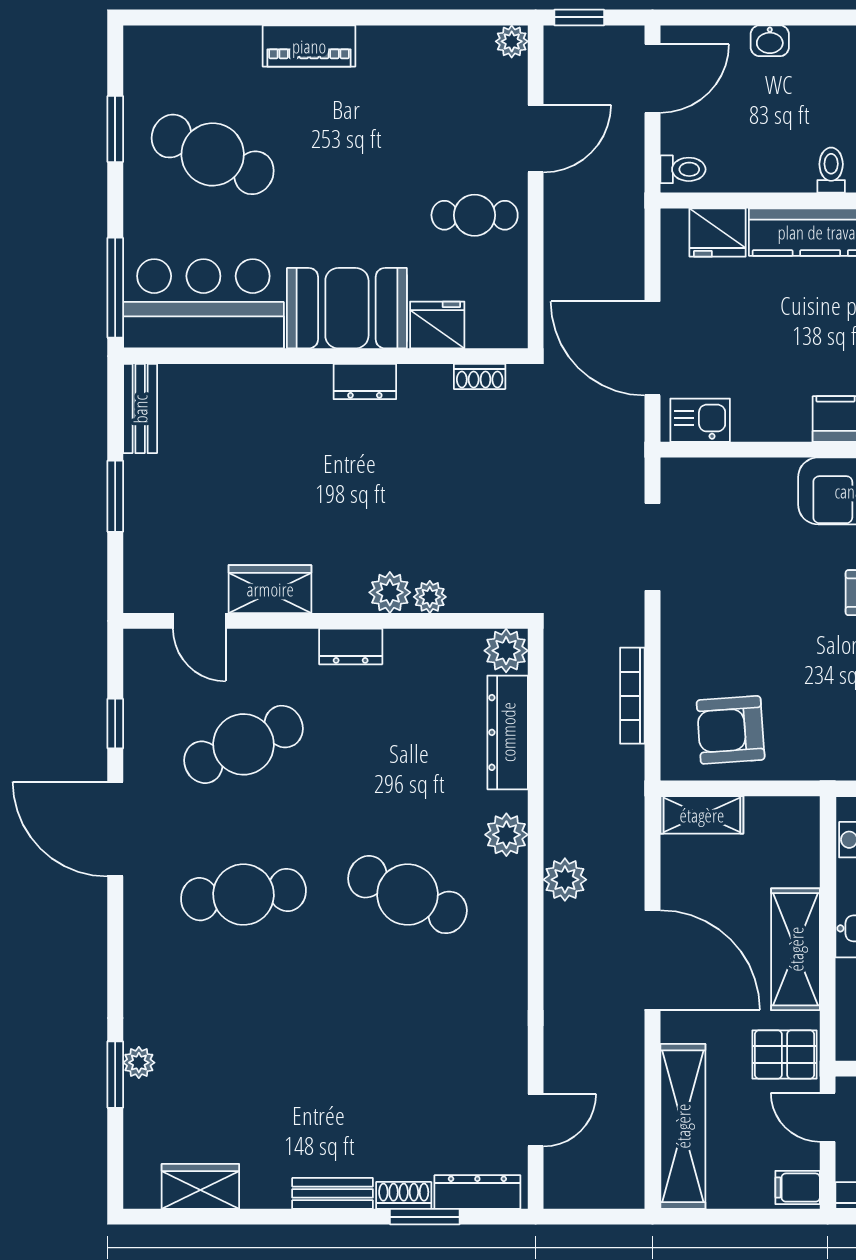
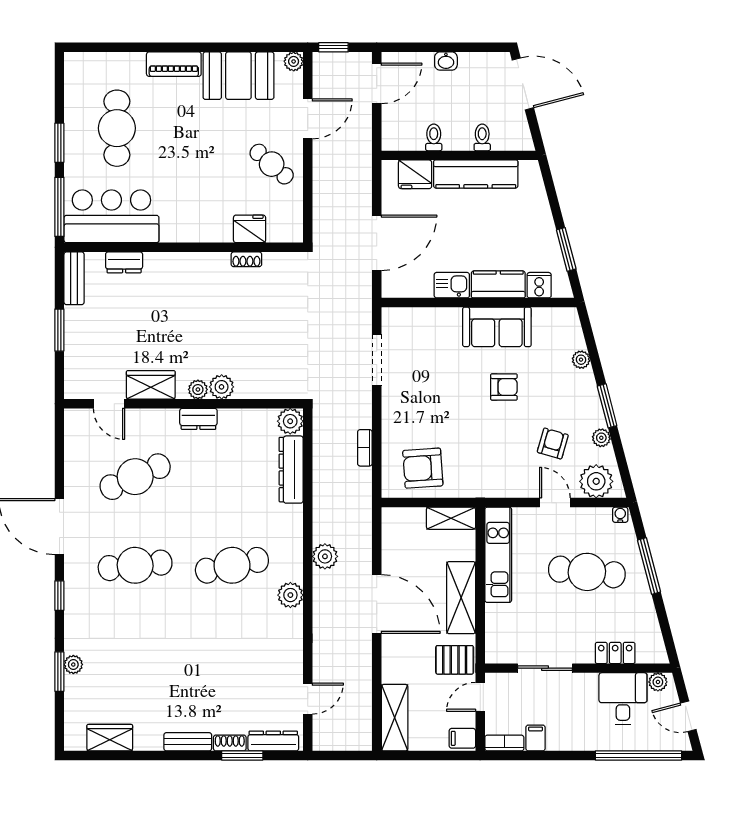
window: (115, 129) -> (59, 143), moved
cafe table: (213, 154) -> (117, 128), turned 66
toilet: (683, 169) -> (434, 137), moved, turned -90
cafe table: (475, 215) -> (272, 164), turned 41
booth: (347, 308) -> (238, 76), moved
door: (652, 348) -> (377, 243), swing flipped
shoe rack: (480, 376) -> (246, 259), moved
dresser: (365, 382) -> (124, 262), moved
kitchen sink: (700, 420) -> (452, 285), moved
plant: (430, 597) -> (198, 390), moved
bookcase: (632, 696) -> (365, 448), width x0.64
window: (115, 724) -> (59, 596), moved
shelving: (702, 815) -> (451, 518), moved
plant: (506, 835) -> (290, 595), moved
cafe table: (407, 895) -> (232, 565), turned -36
door: (828, 1117) -> (480, 697), hinge flipped
shelving: (683, 1126) -> (395, 718), width x0.68

